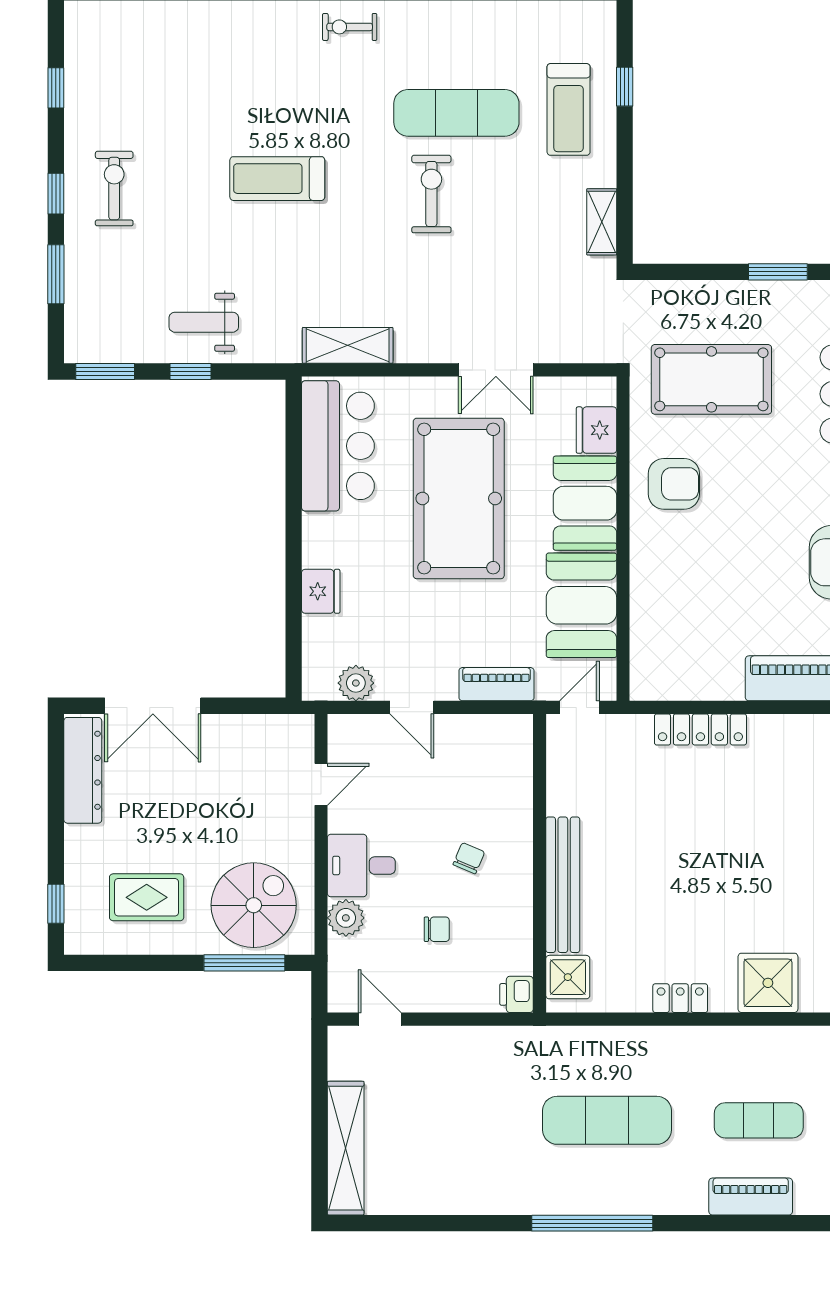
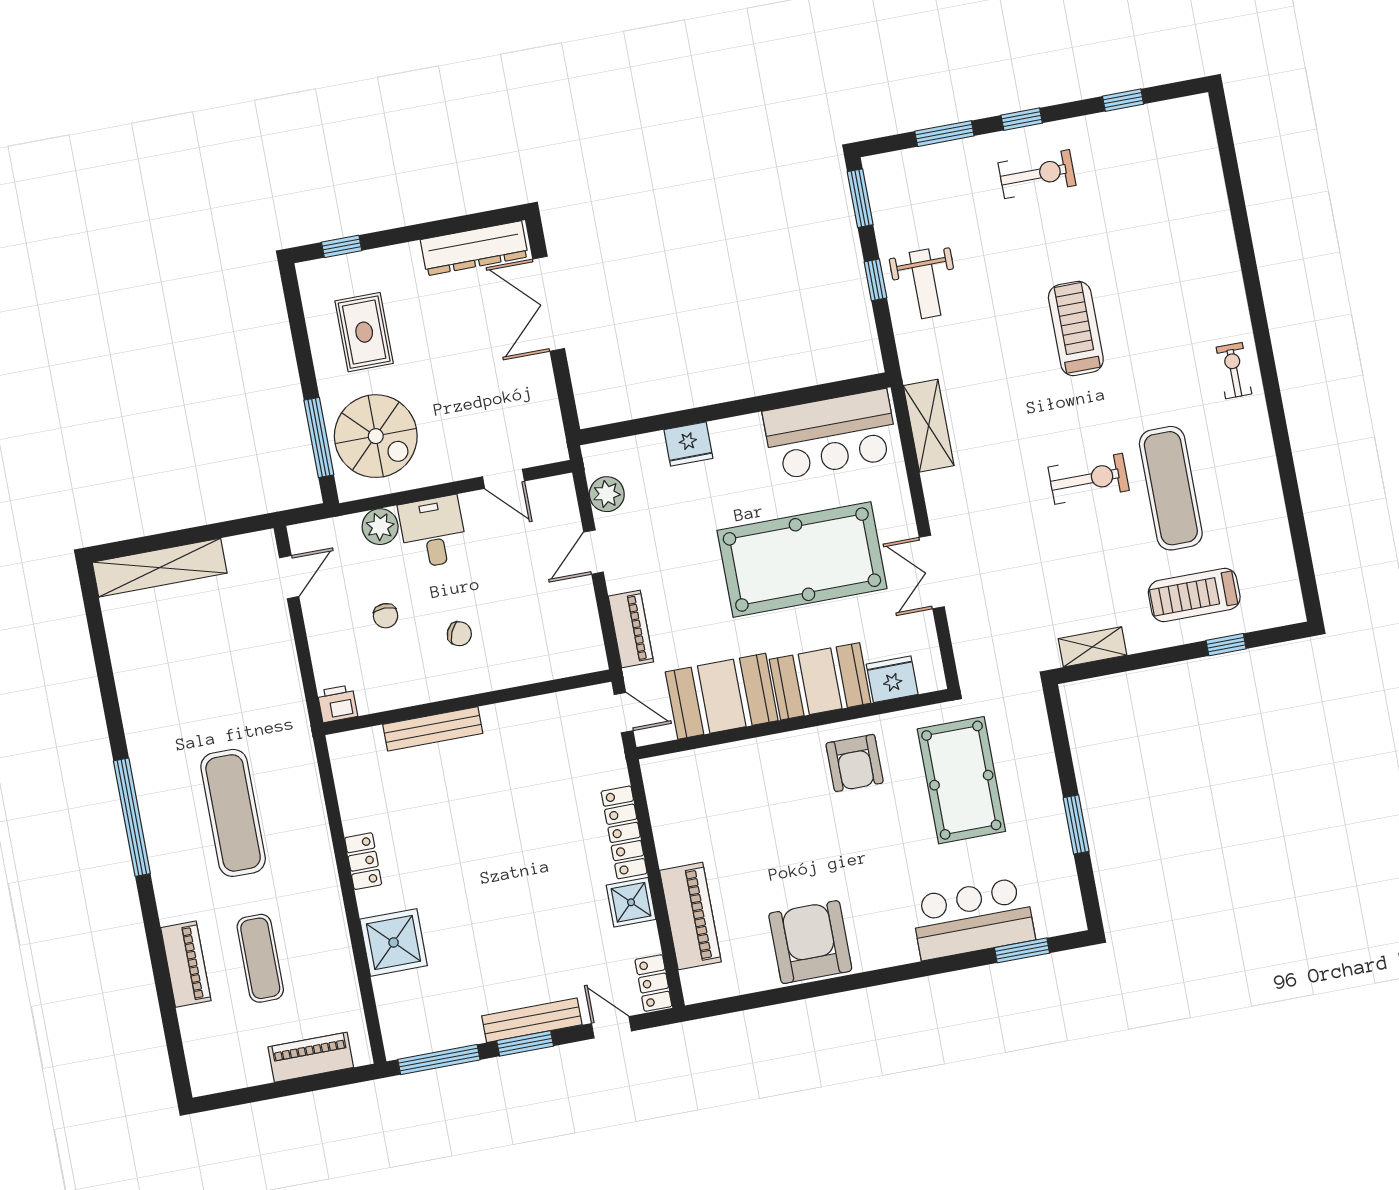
weight bench: (204, 322) -> (925, 284), turned 180
bench: (563, 885) -> (433, 729), width x0.73, depth x0.82
shower: (568, 977) -> (631, 902), moved

